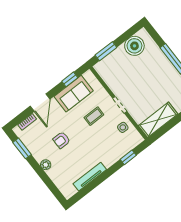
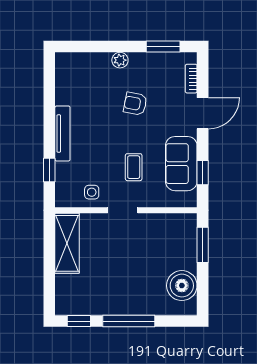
door: (40, 103) -> (203, 113), swing flipped
armchair: (62, 140) -> (135, 104), turned -79
tv unit: (90, 177) -> (62, 133), moved

